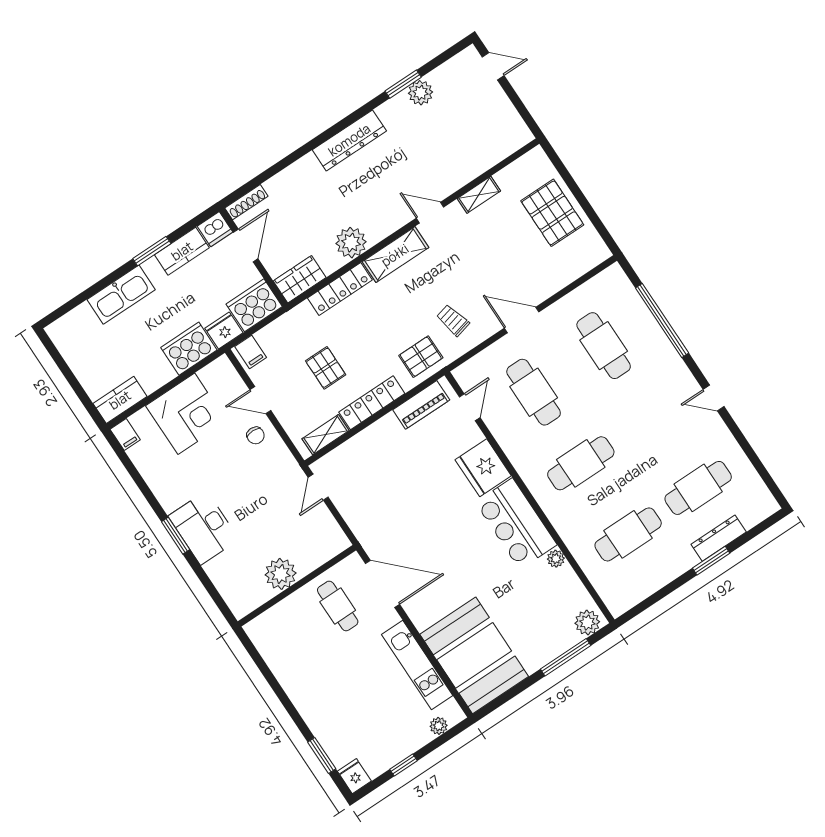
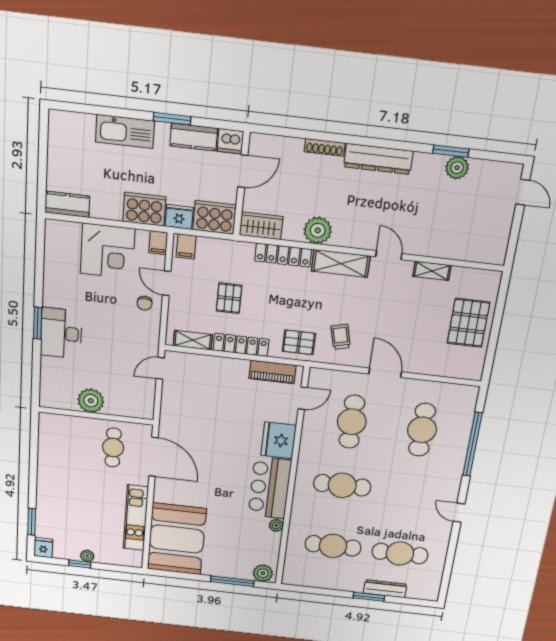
shoe rack: (246, 202) -> (325, 147), moved
filing cabinet: (125, 434) -> (158, 243), moved
plant: (439, 726) -> (87, 556), moved

